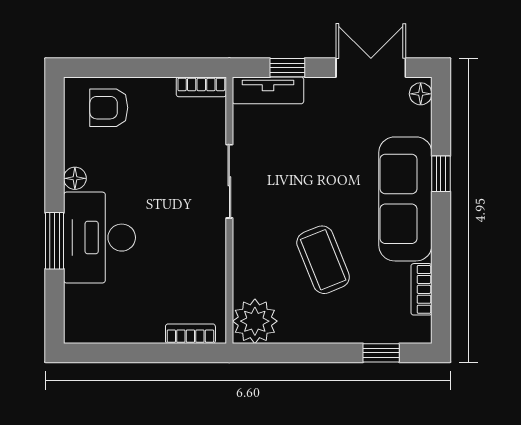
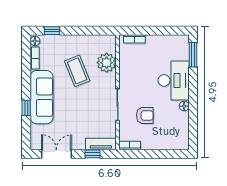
double door: (371, 68) -> (56, 154), swing flipped
floor lamp: (421, 94) -> (35, 41), moved
armchair: (109, 108) -> (145, 115), moved
window: (55, 241) -> (193, 55), moved
plant: (255, 321) -> (107, 63), moved

